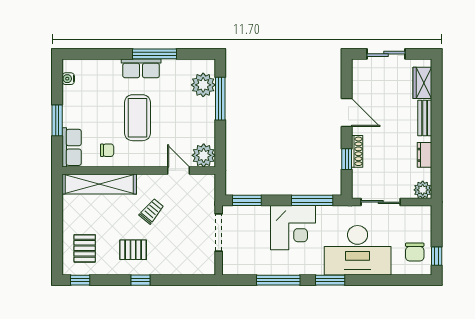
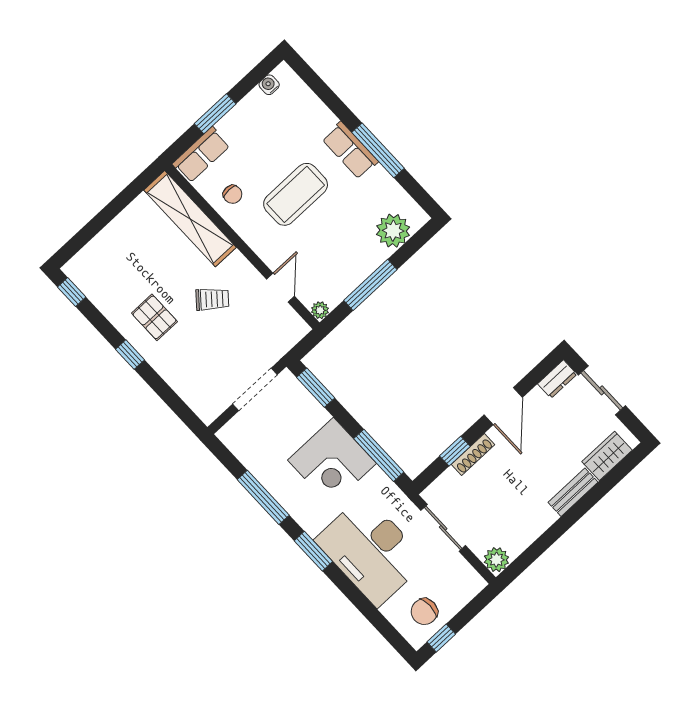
window: (220, 99) -> (370, 285), moved
plant: (204, 155) -> (320, 310), width x0.53, depth x0.53
dresser: (424, 155) -> (557, 379), moved, turned 180
pallet: (85, 248) -> (109, 266), removed

